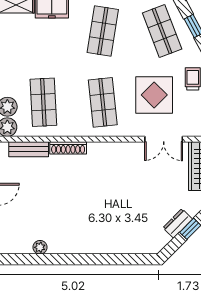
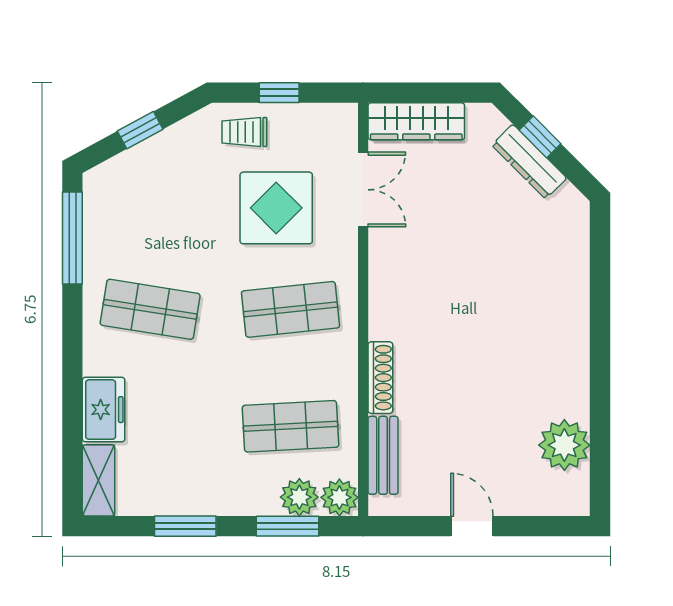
shop shelf: (162, 31) -> (150, 192), removed
dresser: (178, 223) -> (529, 162), width x1.44
plant: (40, 247) -> (564, 445), width x1.87, depth x1.87

